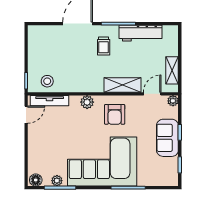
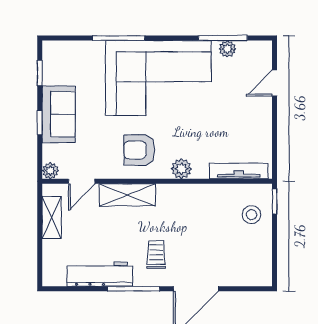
stool: (47, 81) -> (251, 215), moved
armchair: (115, 114) -> (139, 150), turned -90
door: (26, 115) -> (275, 83), moved
floor lamp: (36, 180) -> (260, 50), removed

